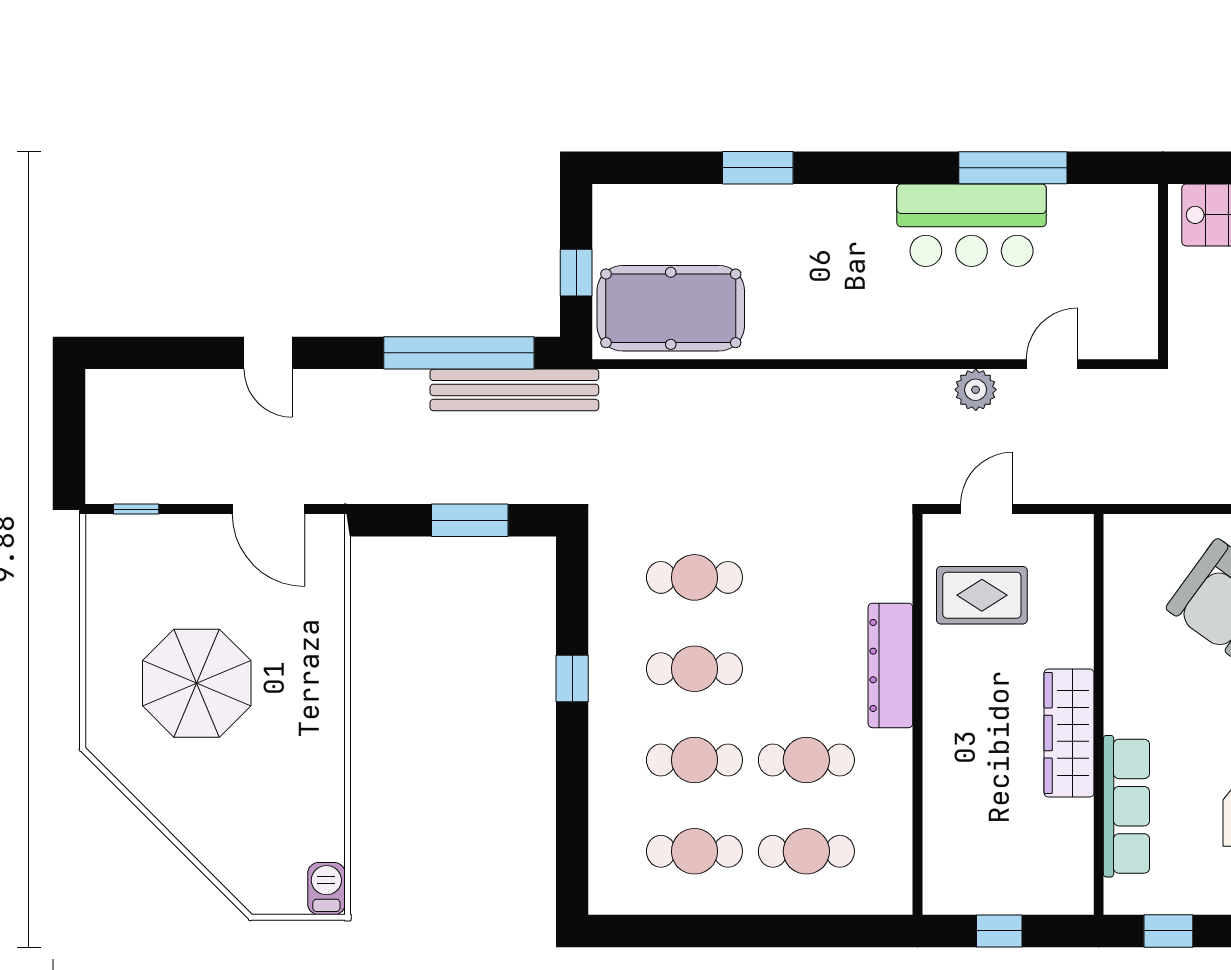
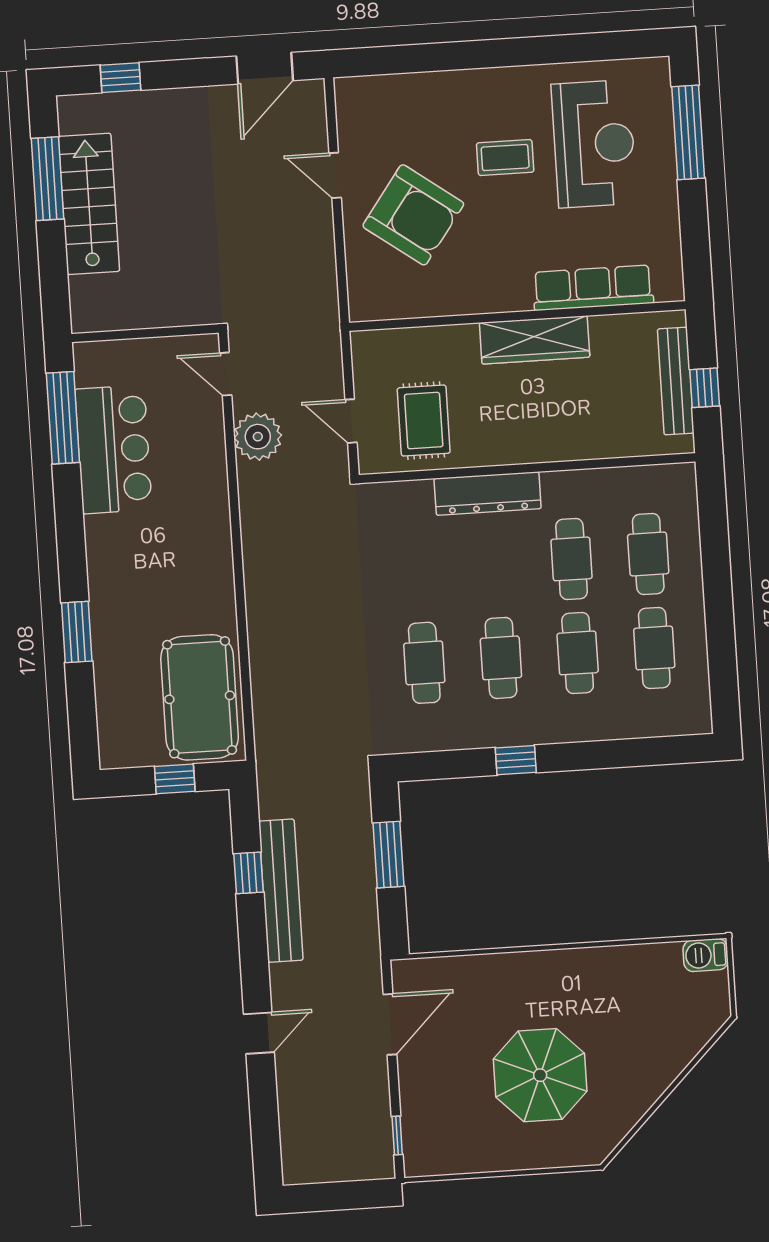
wall: (1163, 272) -> (145, 333), moved
window: (459, 353) -> (249, 873), width x0.32
bench: (514, 390) -> (281, 891), moved
plant: (976, 390) -> (258, 437), width x1.36, depth x1.36
bench: (1009, 897) -> (676, 381), added
window: (1168, 931) -> (695, 246), removed

